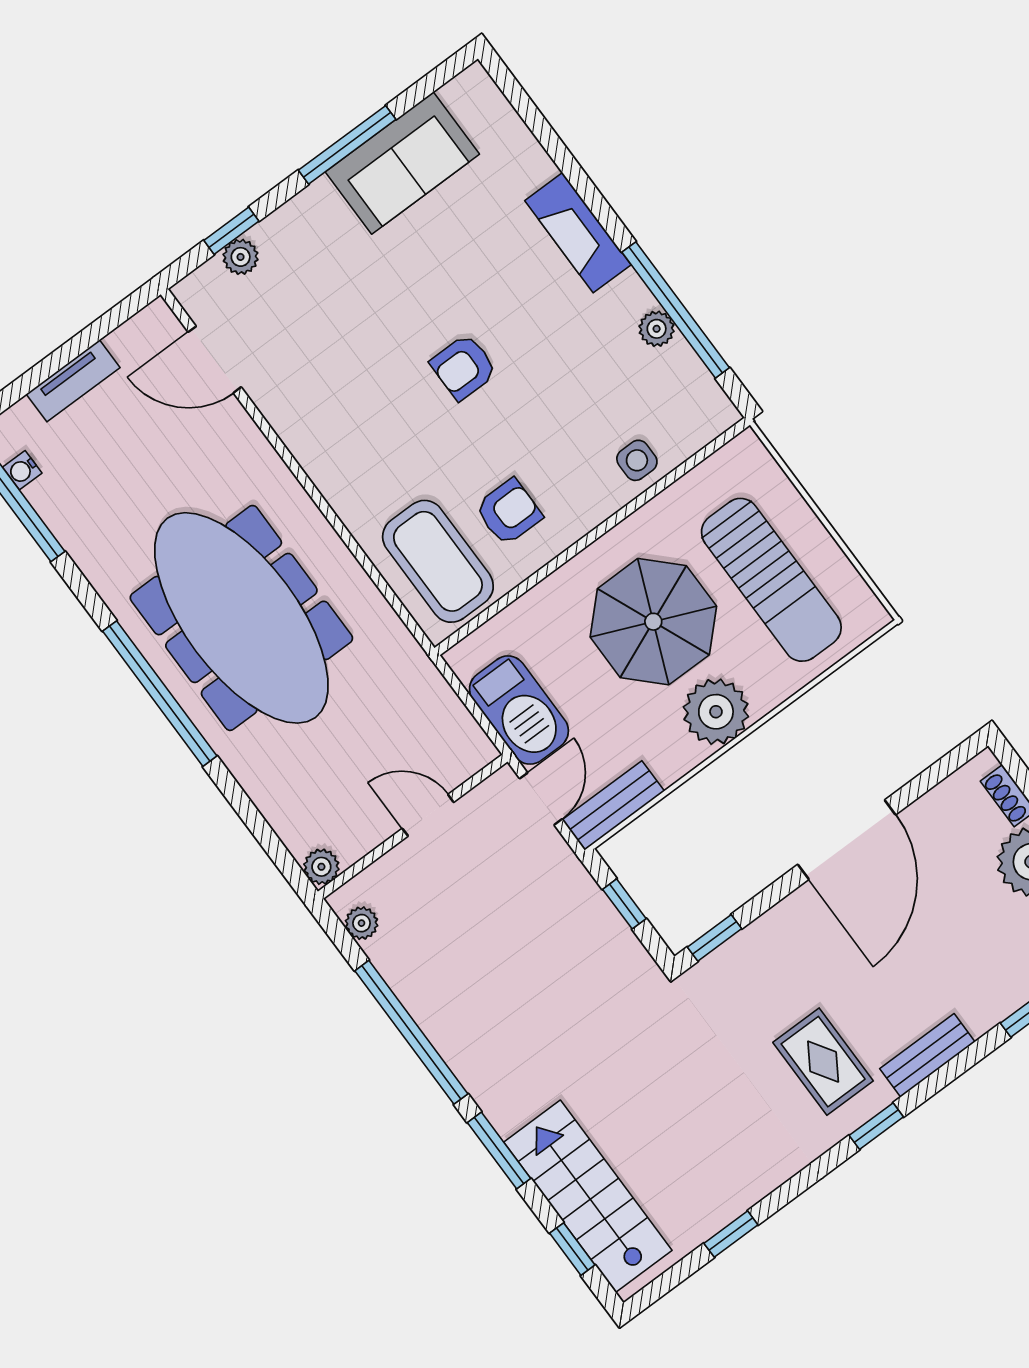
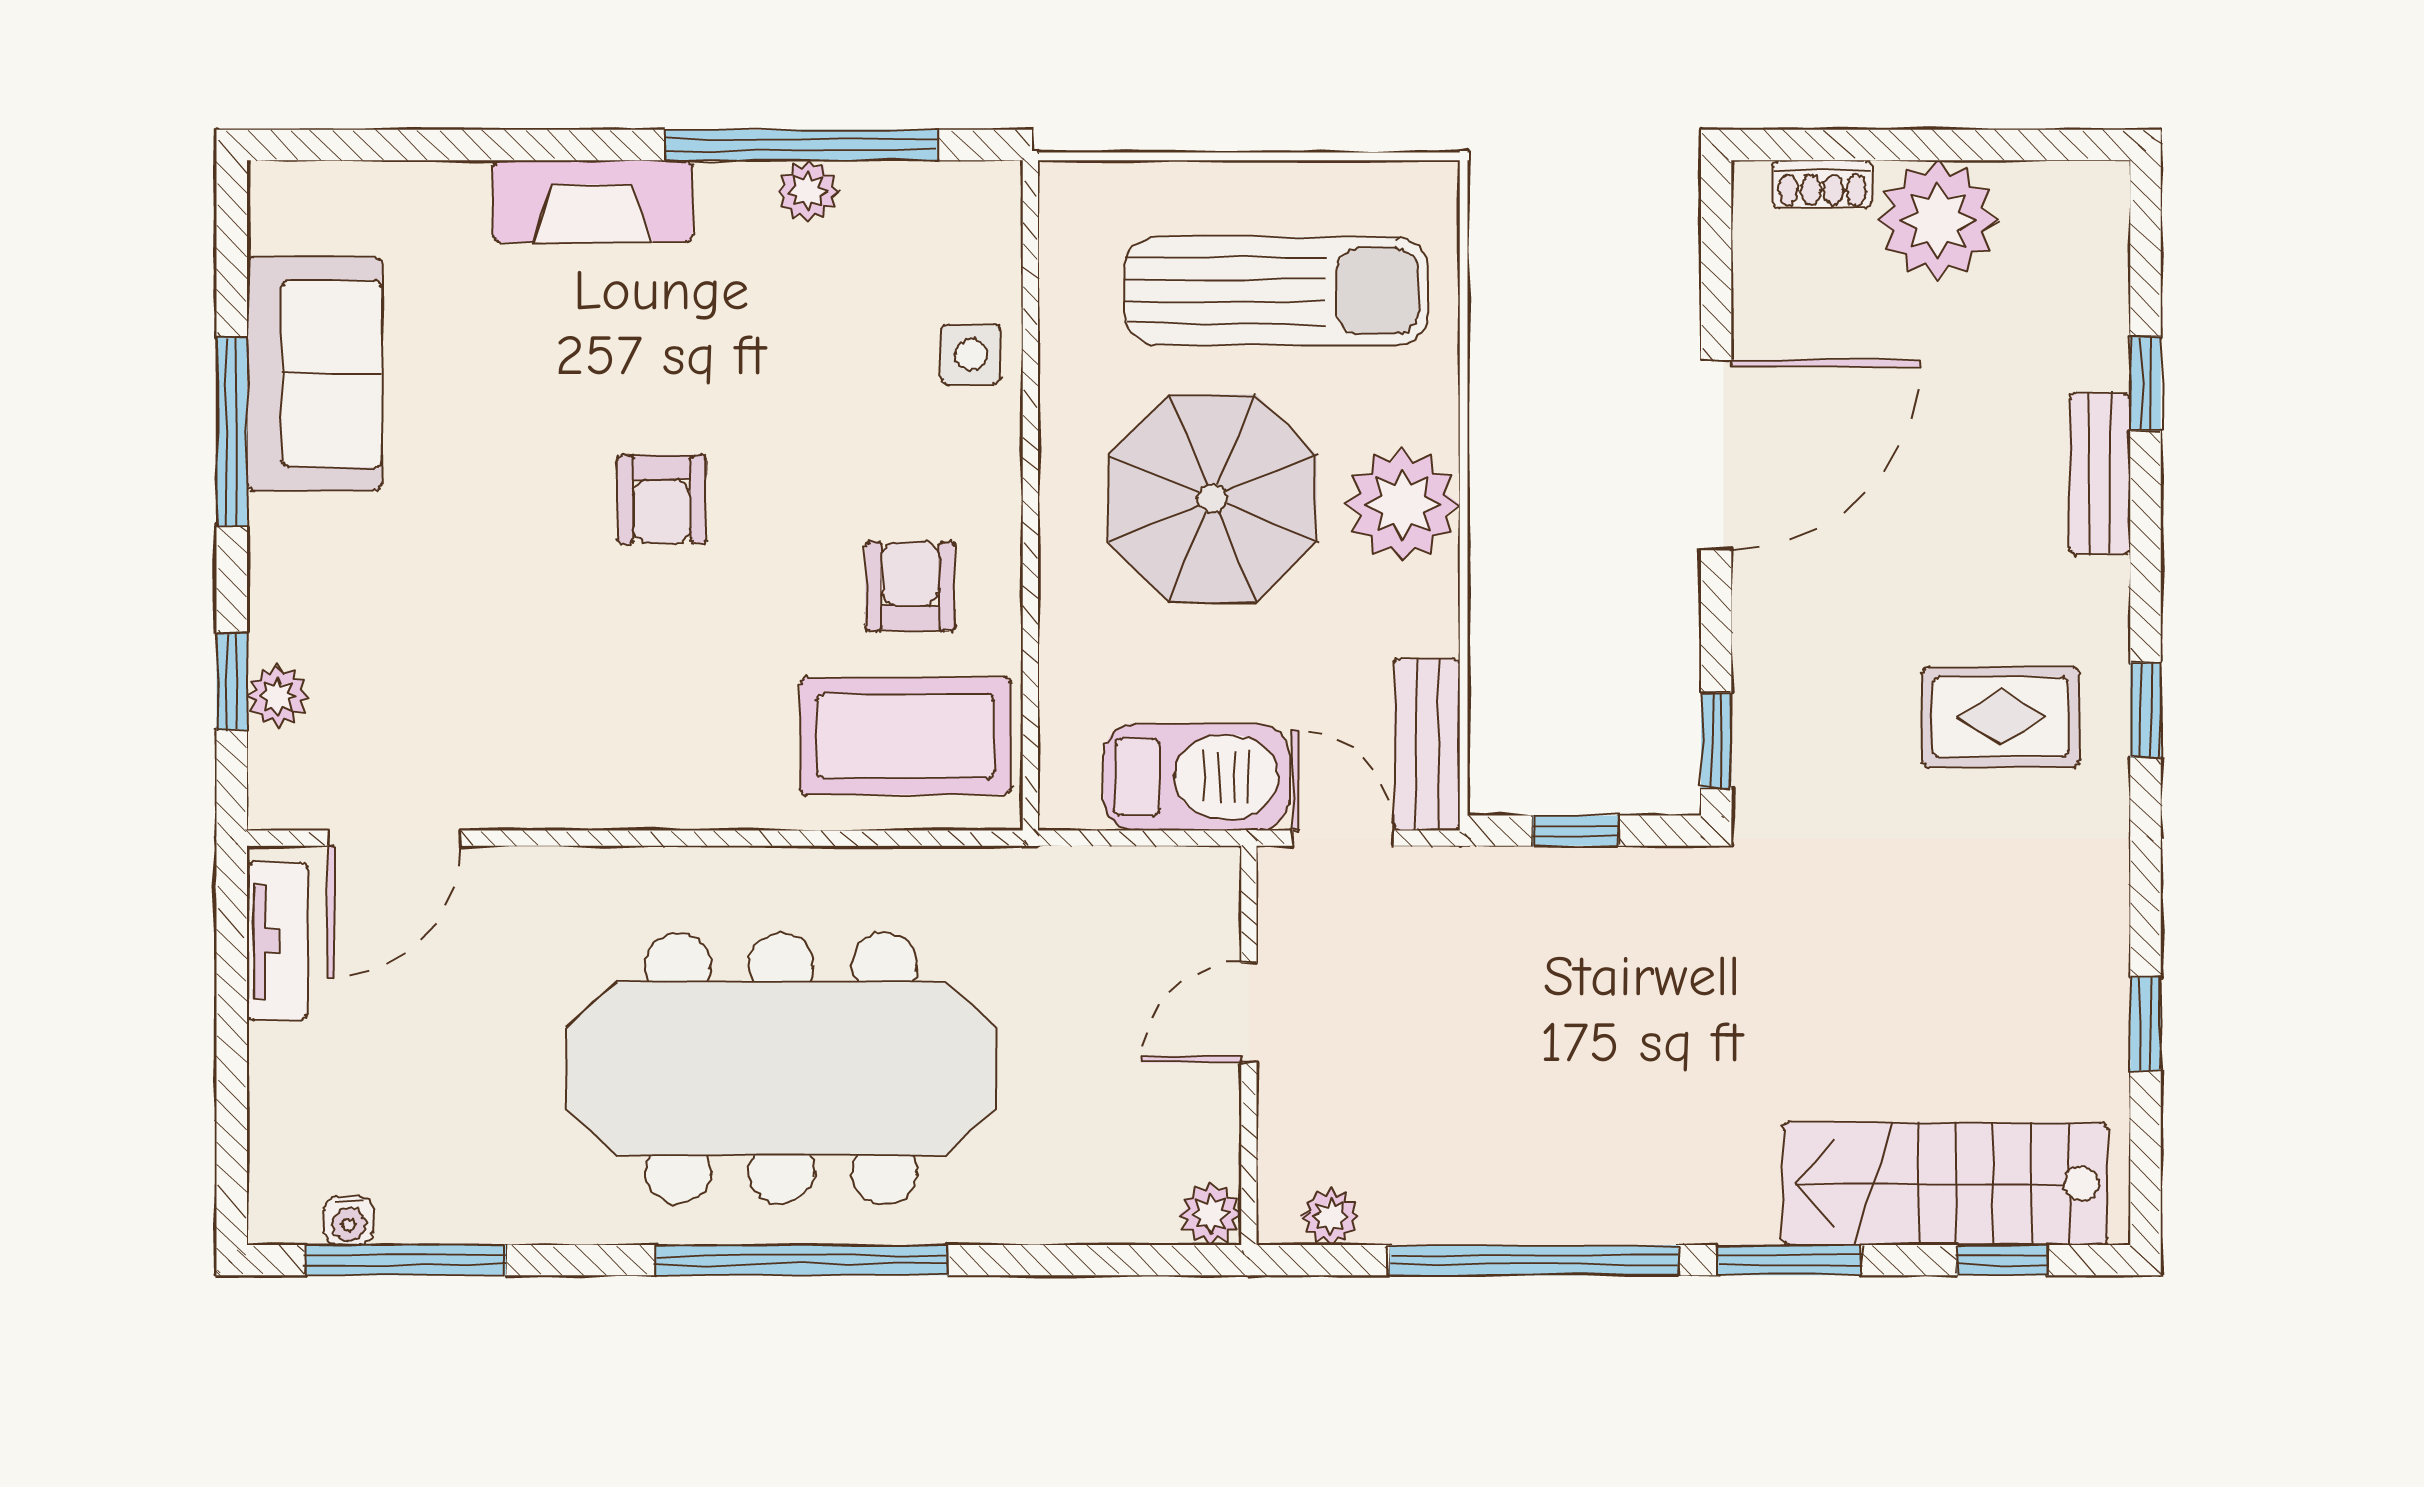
tv unit: (73, 381) -> (277, 941), moved
door: (847, 840) -> (1716, 455), hinge flipped
bench: (927, 1055) -> (2100, 474), moved

